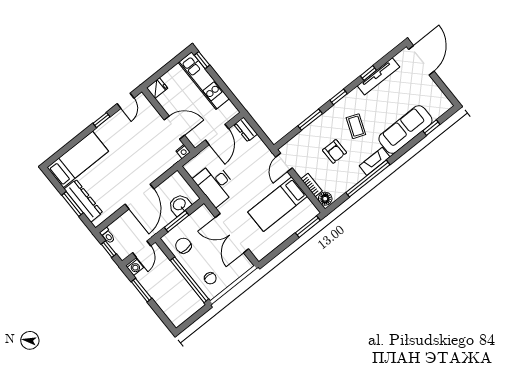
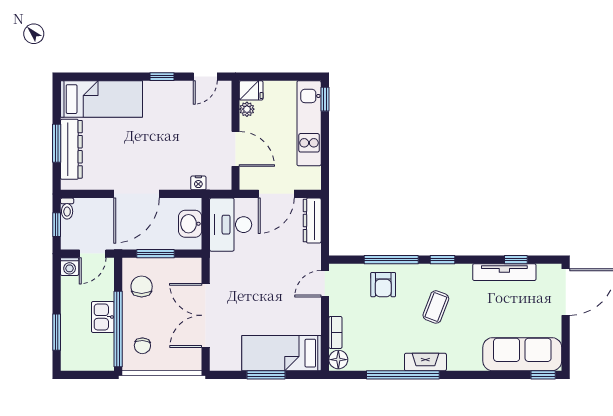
window: (368, 73) -> (516, 260), moved
plant: (163, 100) -> (247, 109), added
window: (310, 120) -> (391, 260), width x1.44
window: (431, 128) -> (543, 375), moved
dresser: (246, 129) -> (312, 221), width x1.44
sofa: (405, 130) -> (522, 354), moved
nightstand: (183, 151) -> (198, 183), moved
armchair: (335, 151) -> (383, 285), moved
desk: (215, 184) -> (231, 225), moved
bed: (278, 204) -> (281, 353), moved
washbasin: (180, 205) -> (190, 224), moved, turned -90
window: (308, 227) -> (266, 375), moved
kitchen sink: (176, 280) -> (103, 317), added
window: (141, 290) -> (57, 332), moved

